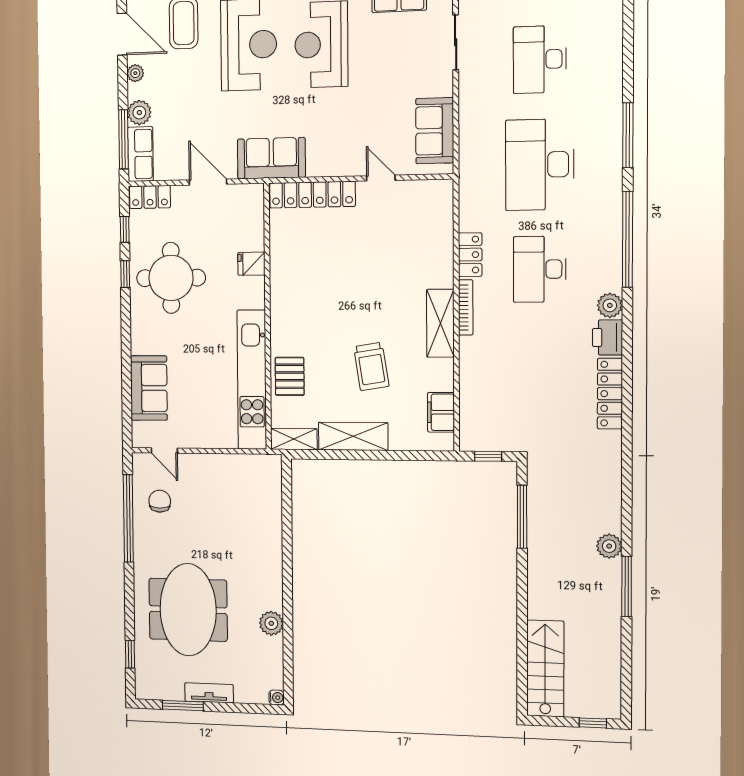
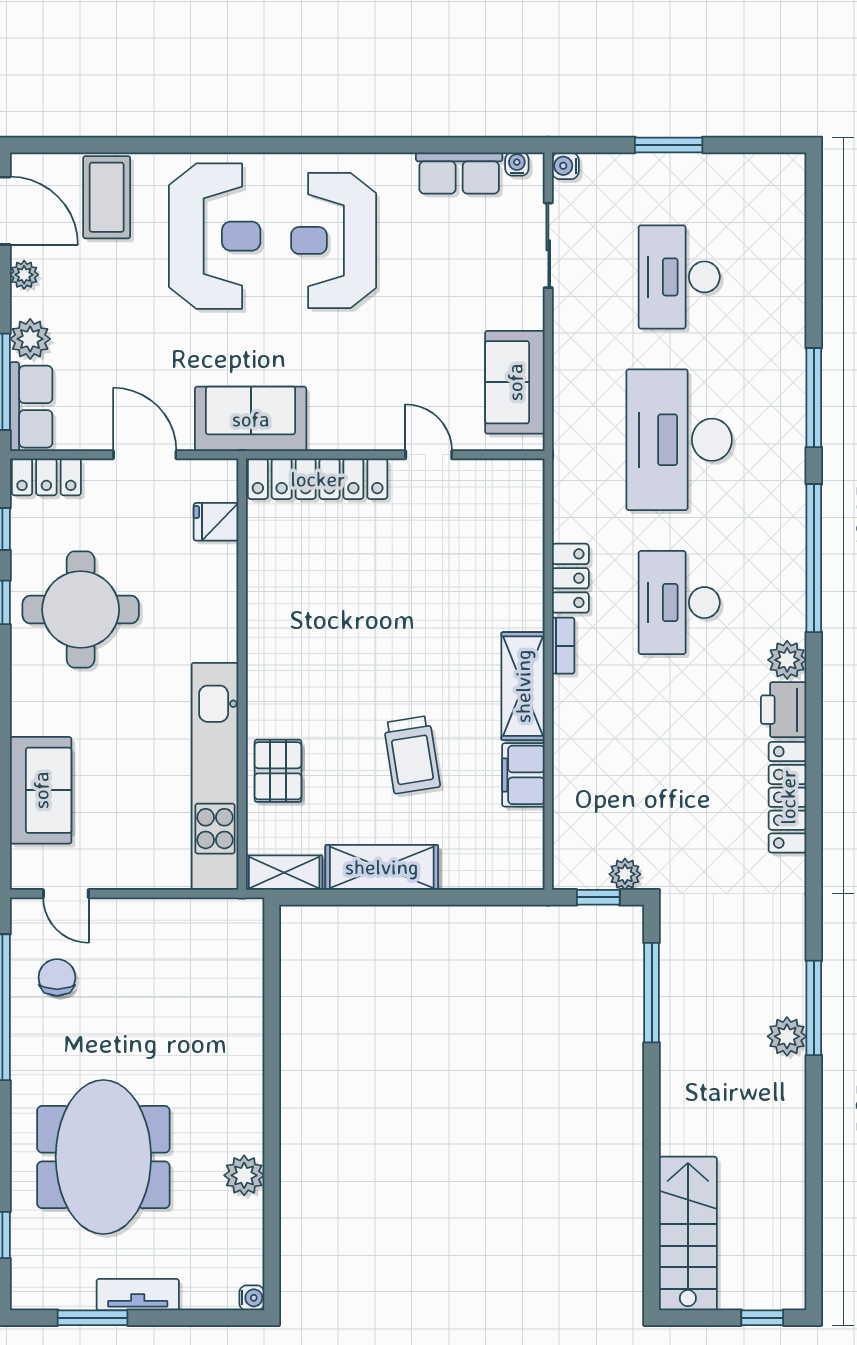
fridge: (251, 264) -> (216, 522), moved
bookcase: (466, 307) -> (563, 646), width x0.64
filing cabinet: (441, 412) -> (523, 775), moved
plant: (505, 442) -> (625, 874), added
window: (627, 587) -> (814, 1008), moved

